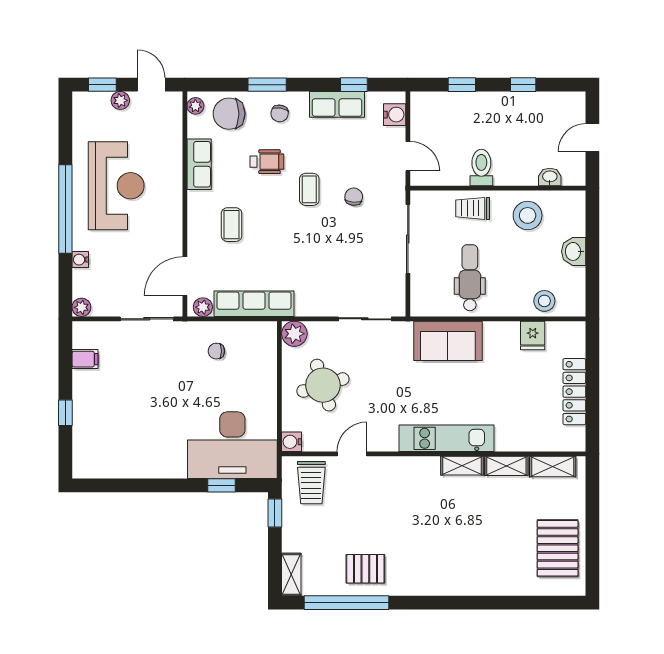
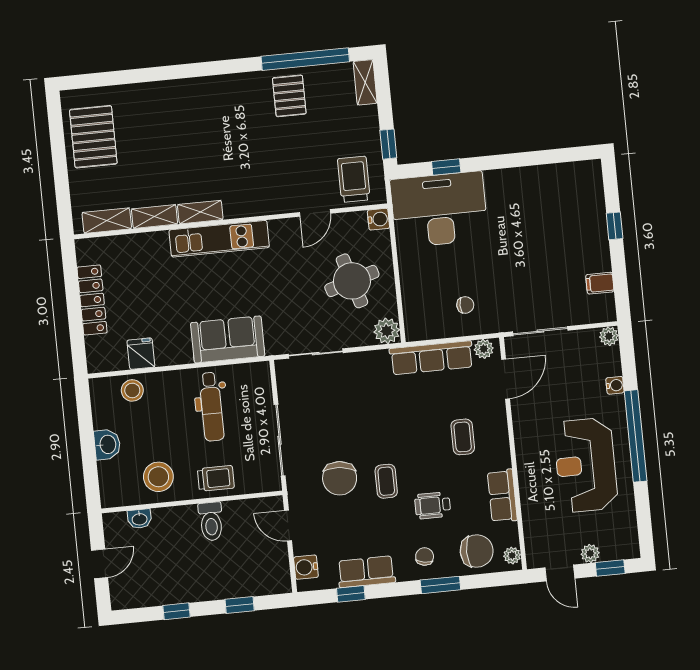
chair: (354, 197) -> (340, 478), width x1.87, depth x1.87
pallet: (365, 569) -> (289, 96), turned 90

